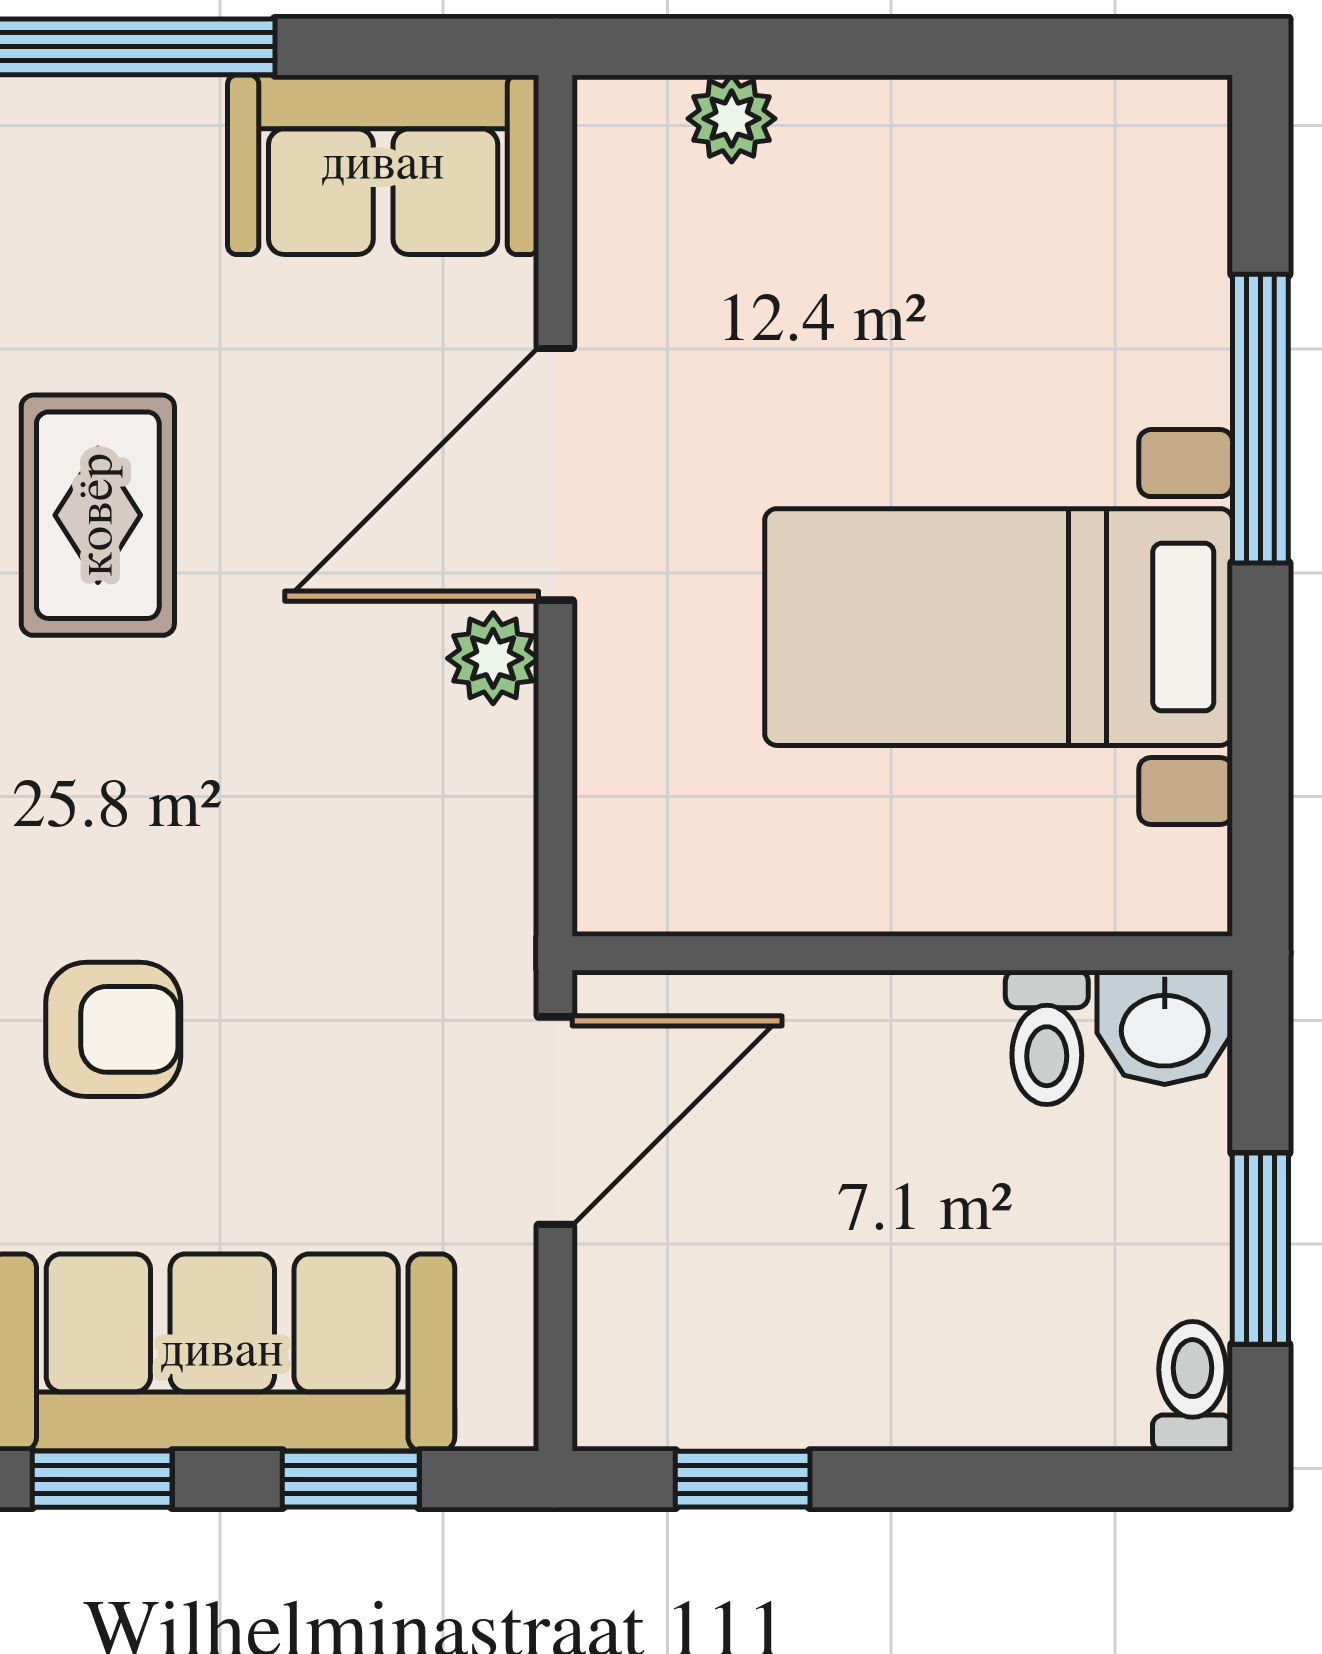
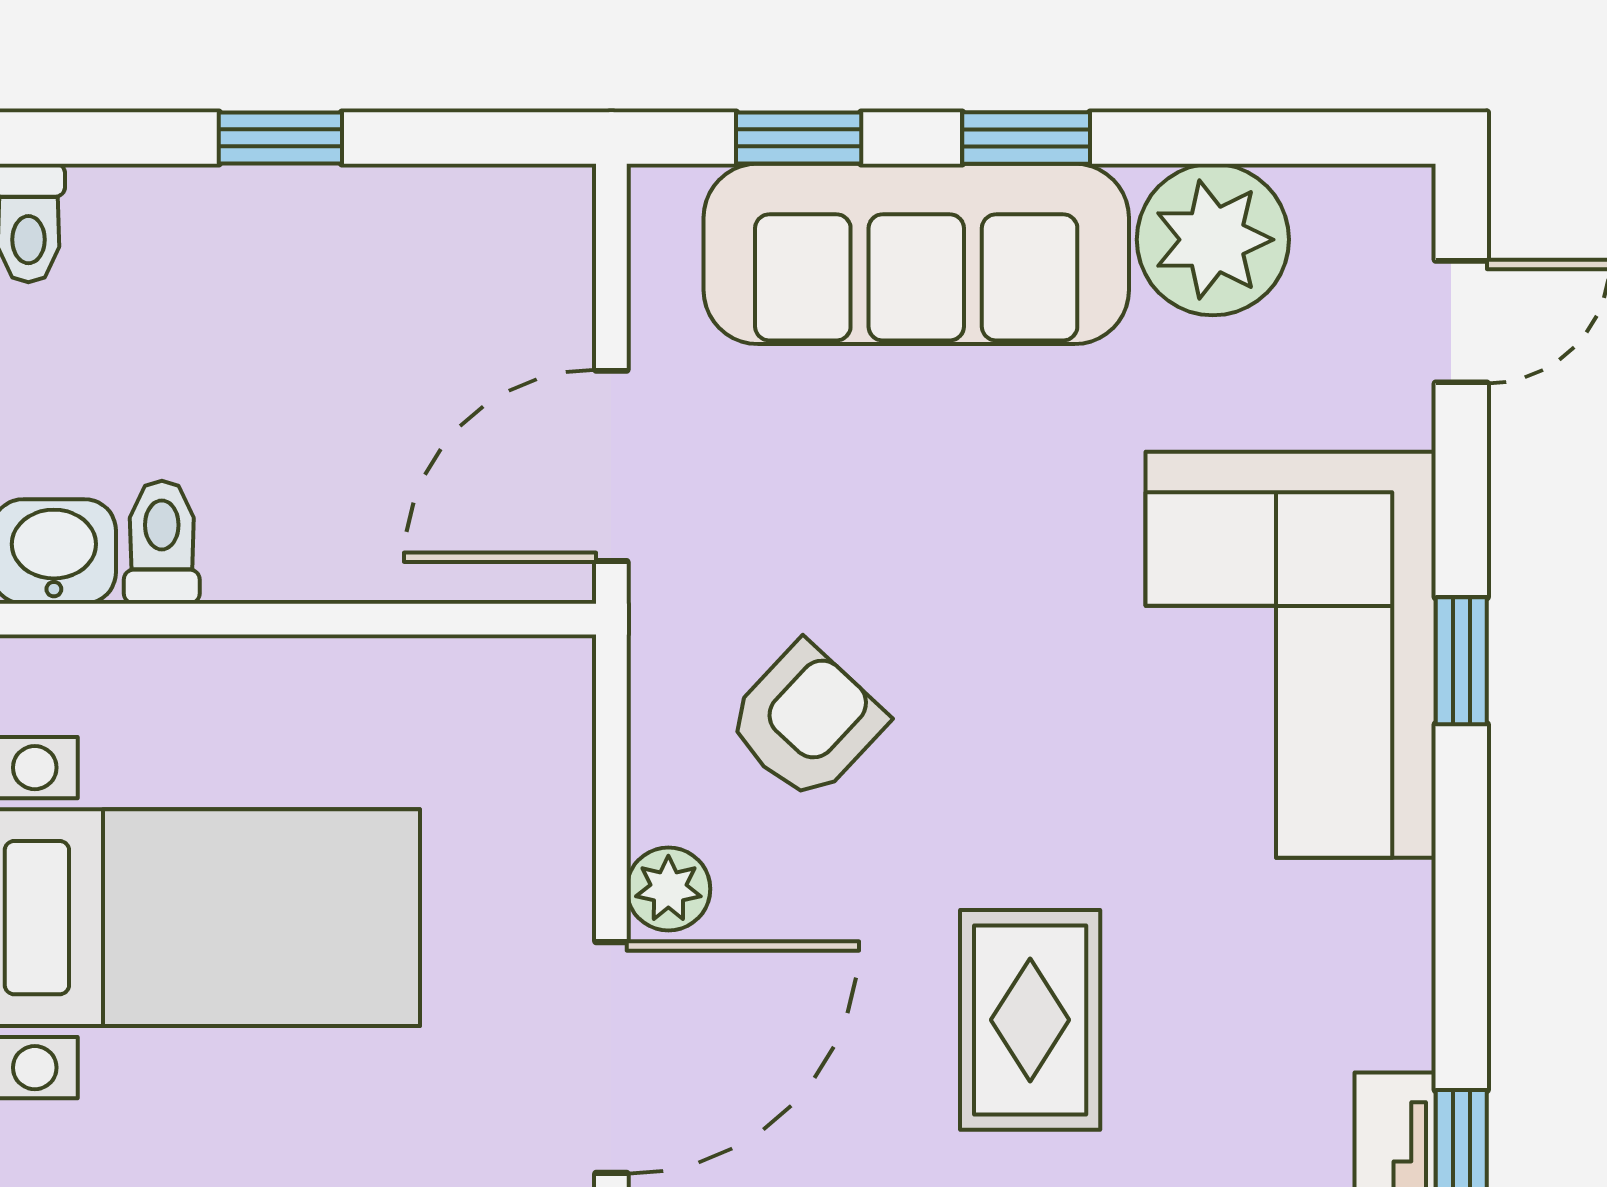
armchair: (113, 1029) -> (806, 722), moved, turned 133
window: (743, 1479) -> (280, 138), moved

